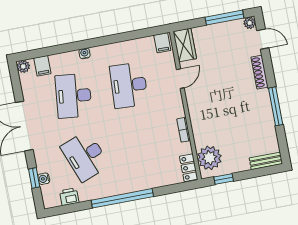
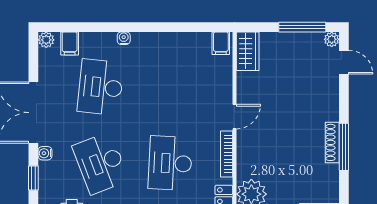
shoe rack: (260, 72) -> (332, 142), moved
door: (180, 79) -> (234, 117), moved
desk: (129, 85) -> (170, 163), moved
bookcase: (184, 130) -> (227, 154), width x1.56
water cooler: (44, 179) -> (45, 153), moved

